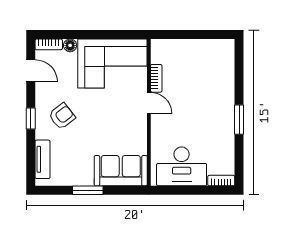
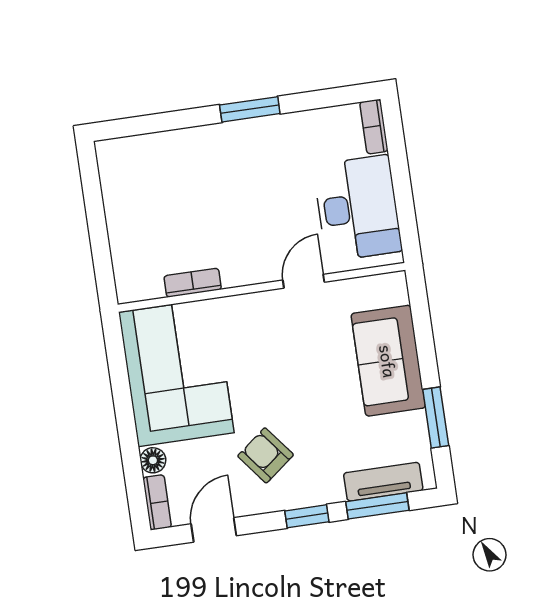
door: (149, 103) -> (304, 281), moved
armchair: (62, 116) -> (266, 455), moved
window: (31, 155) -> (377, 506), added
sofa: (121, 171) -> (388, 361), moved
window: (88, 190) -> (436, 418), moved

